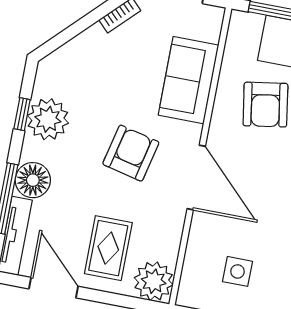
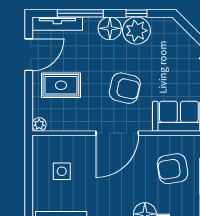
floor lamp: (33, 180) -> (110, 28), moved
plant: (154, 281) -> (39, 125), width x0.53, depth x0.53

